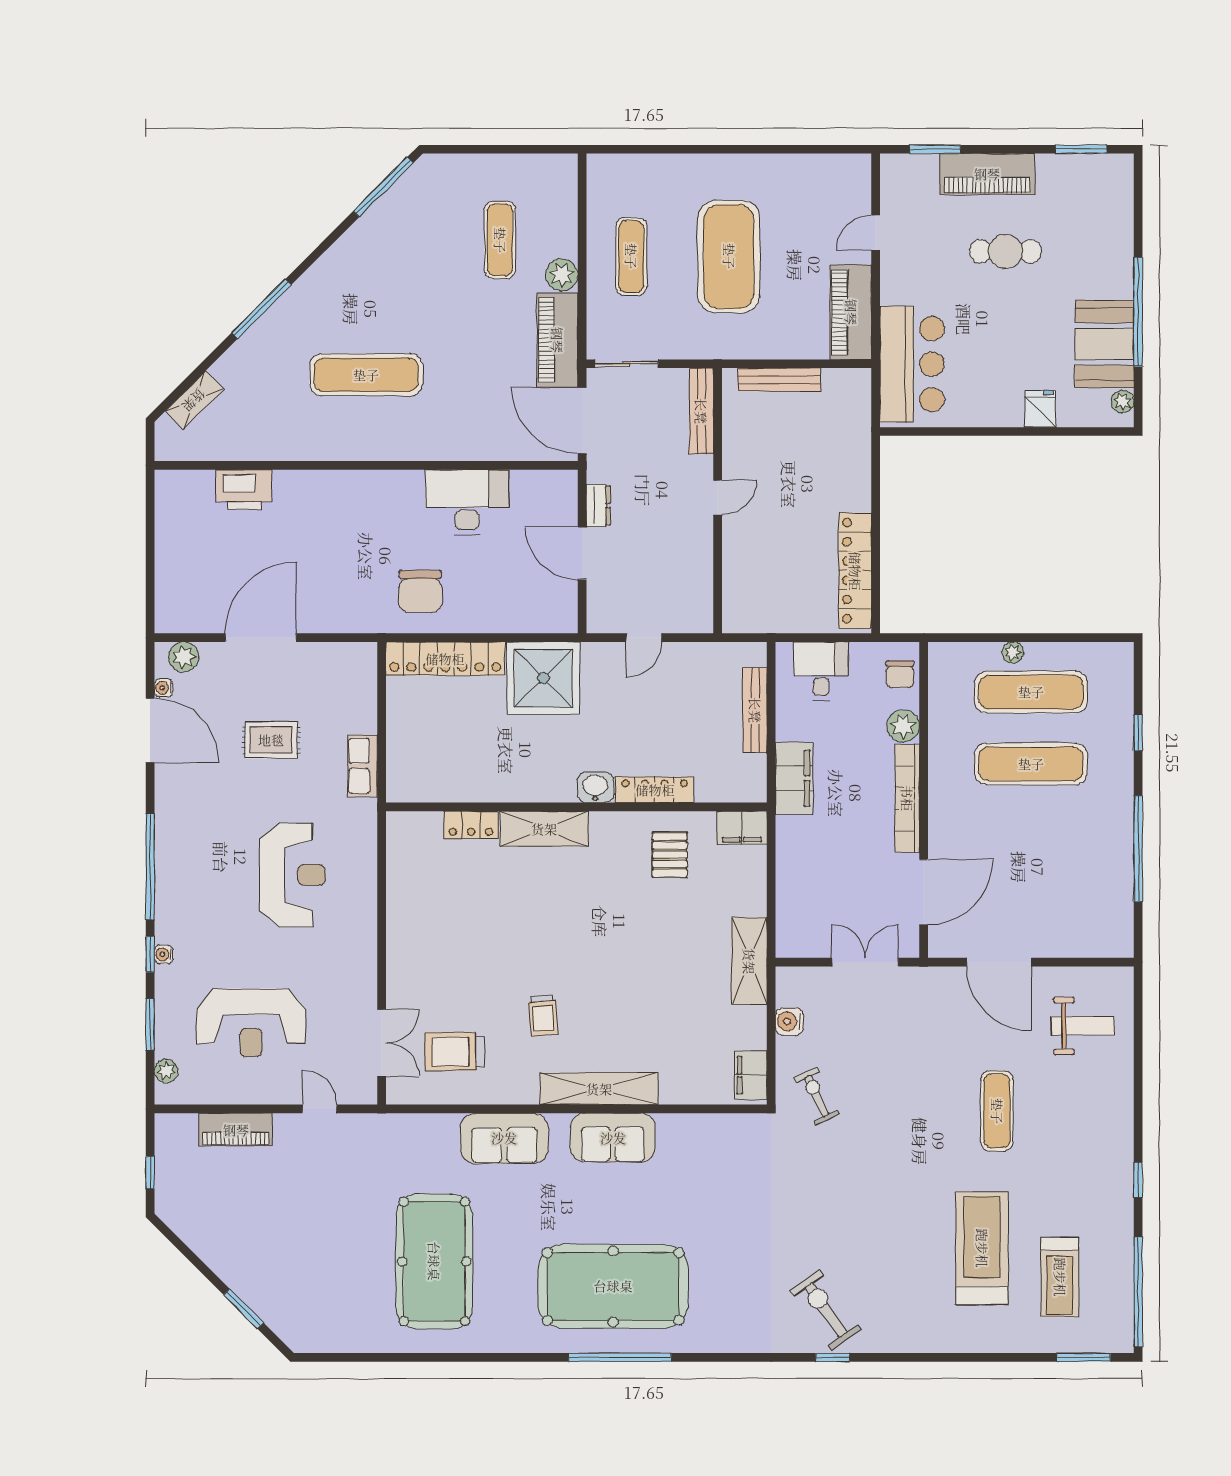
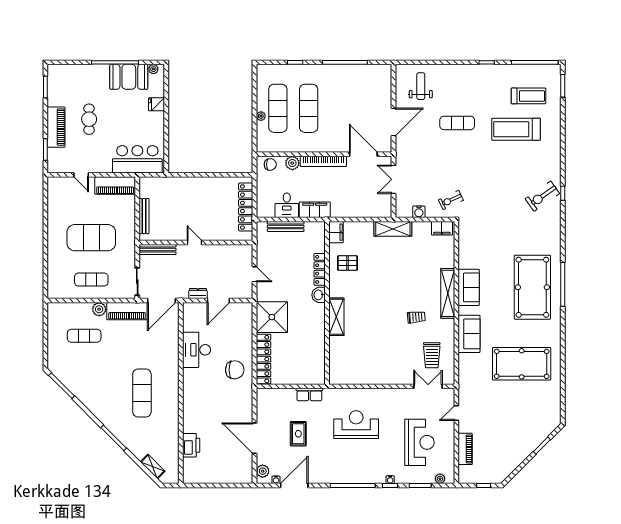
locker: (855, 571) -> (246, 207), moved, turned 90
desk: (821, 671) -> (287, 205), moved, turned -90
locker: (471, 825) -> (335, 348), removed

